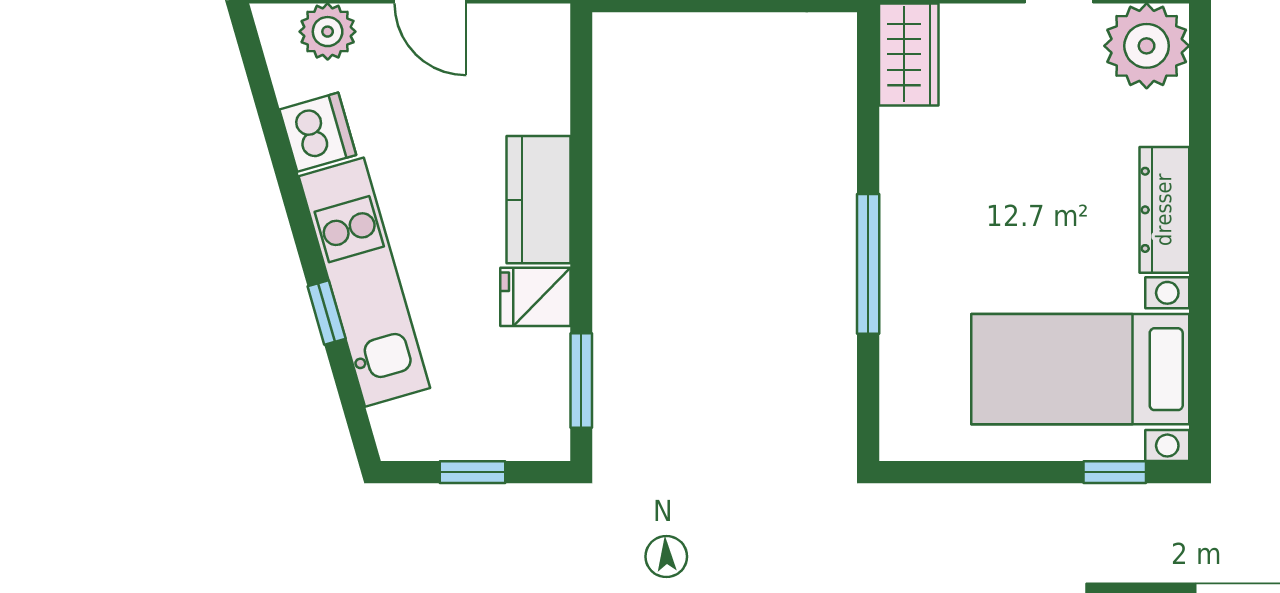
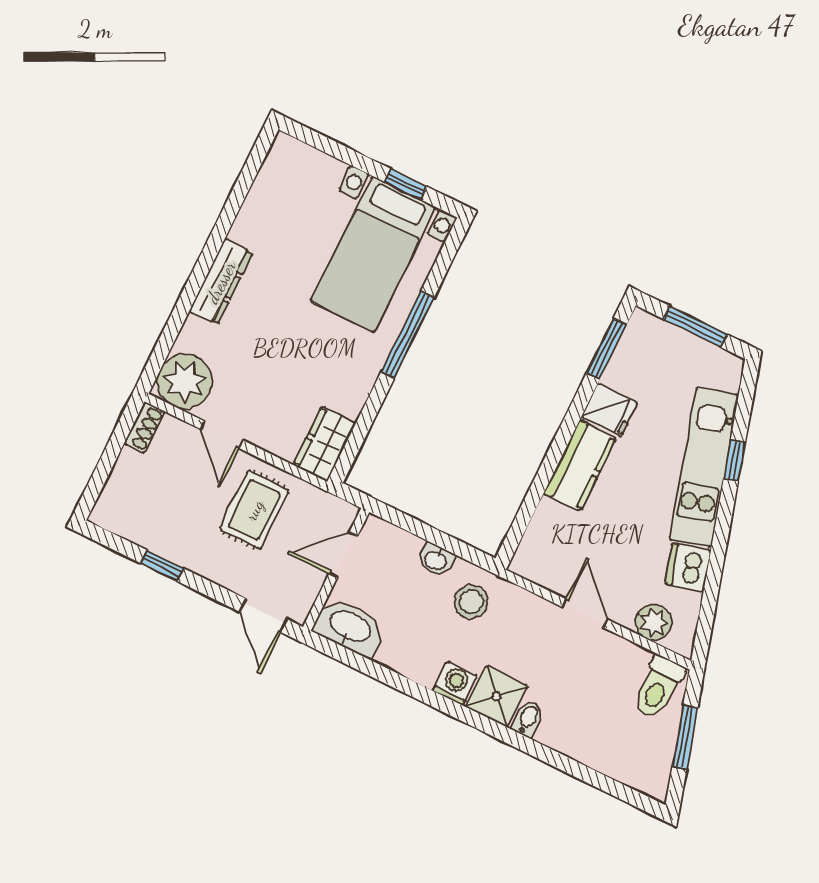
bed with nightstands: (1080, 369) -> (373, 254), moved, turned 90
window: (473, 472) -> (695, 327), width x1.50
window: (1115, 472) -> (406, 184), moved

